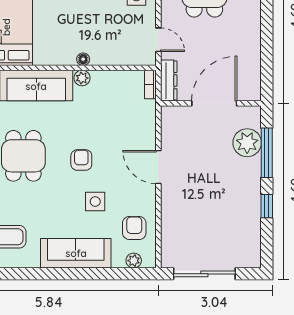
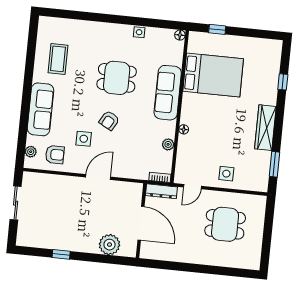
plant: (82, 78) -> (168, 144), moved
window: (267, 153) -> (101, 258), removed
armchair: (81, 160) -> (109, 120), turned 119
side table: (95, 202) -> (84, 139), moved
sliding door: (204, 274) -> (16, 203), width x0.73

